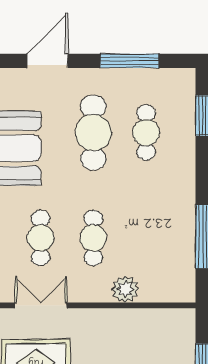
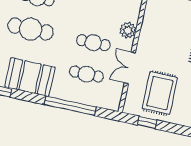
double door: (41, 305) -> (130, 68), moved

